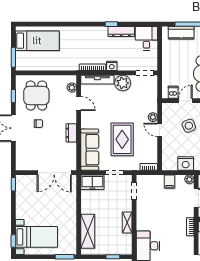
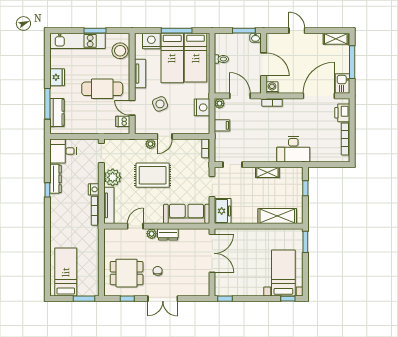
plant: (72, 87) -> (152, 234), moved
rug: (122, 139) -> (153, 175), moved

